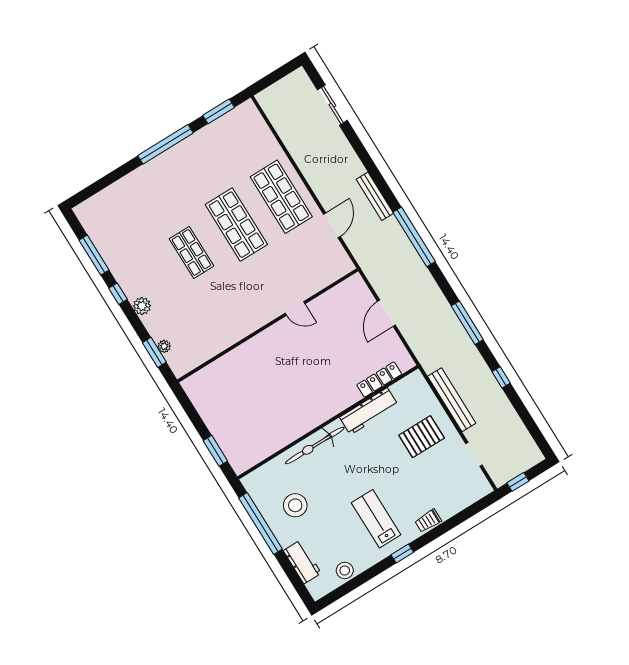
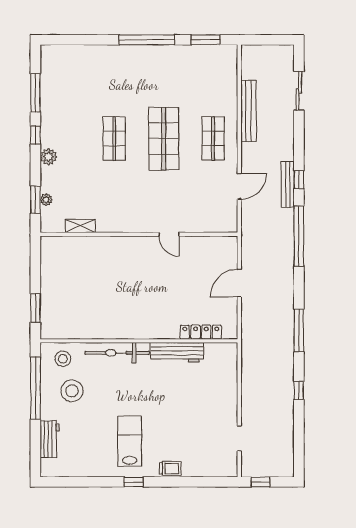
window: (382, 186) -> (299, 180), added
shop shelf: (281, 197) -> (213, 139), width x0.70, depth x0.74
shelving: (210, 351) -> (80, 226), added
bench: (452, 400) -> (248, 111), moved
pallet: (422, 437) -> (206, 398), removed
trolley: (428, 521) -> (170, 469), turned 180
stool: (345, 570) -> (63, 359), moved

